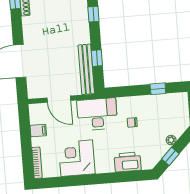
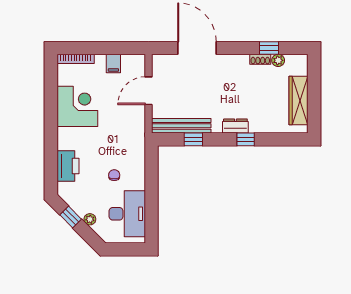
dresser: (83, 24) -> (235, 126), added
window: (158, 89) -> (152, 209), removed
desk: (97, 114) -> (127, 214), moved

